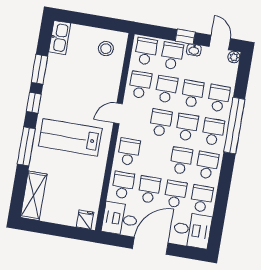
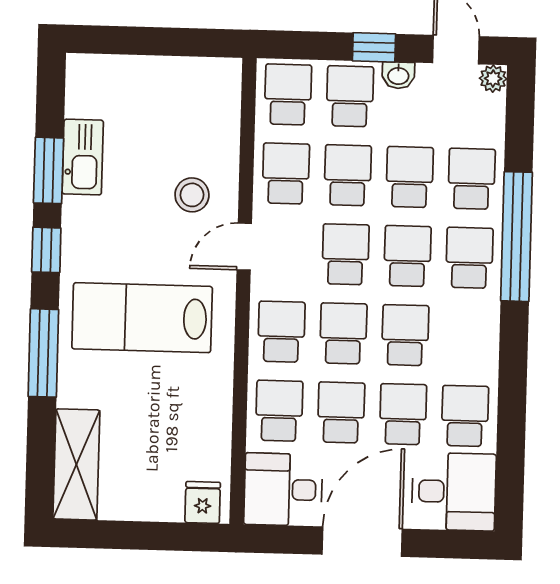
kitchen sink: (60, 38) -> (83, 157), moved
stool: (106, 49) -> (192, 195), moved
school desk: (207, 165) -> (343, 333), moved

